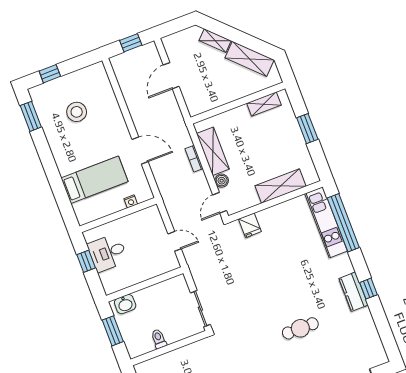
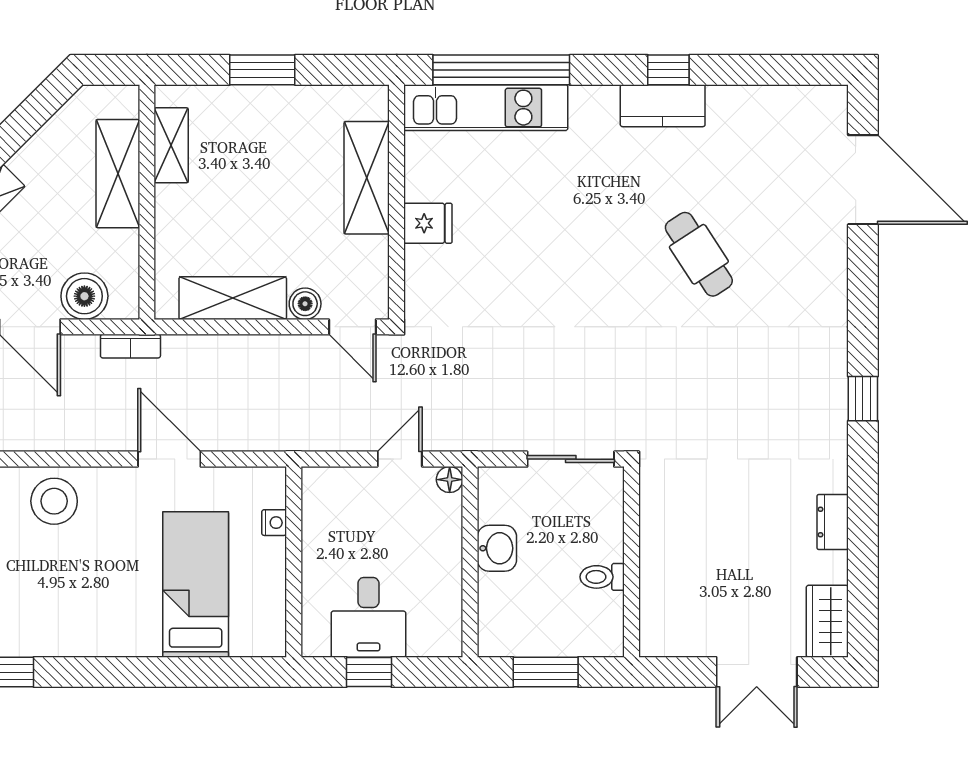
shelving: (250, 59) -> (118, 174), moved, turned -45
boiler: (191, 93) -> (84, 296), added
stool: (77, 112) -> (54, 501), moved
door: (140, 150) -> (169, 459), hinge flipped
bookcase: (194, 159) -> (130, 346), moved
fridge: (250, 225) -> (428, 223), moved
floor lamp: (174, 264) -> (450, 480), added
washbasin: (125, 304) -> (497, 548), moved
cafe table: (300, 328) -> (699, 254), turned -33

